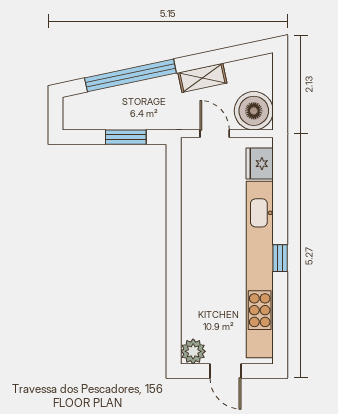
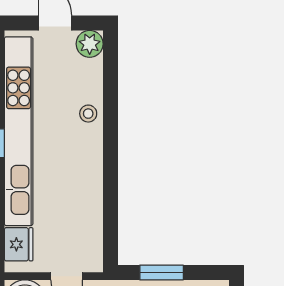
stool: (194, 286) -> (88, 114), added

